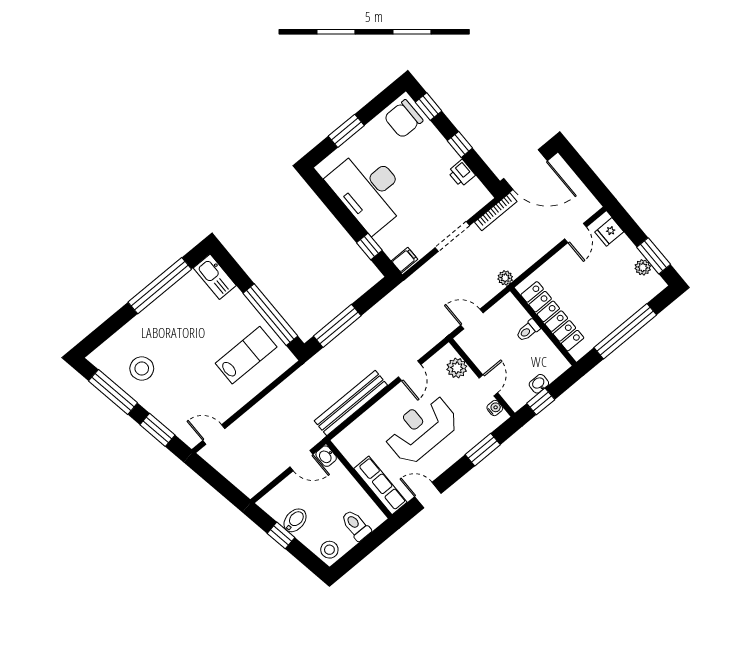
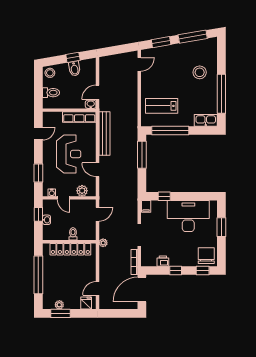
door: (576, 233) -> (97, 288), hinge flipped
lab bench: (246, 355) -> (162, 106), turned 90
stool: (142, 368) -> (200, 72), moved
row of seats: (380, 485) -> (79, 117), moved

